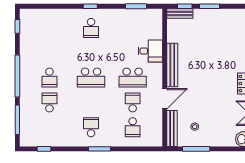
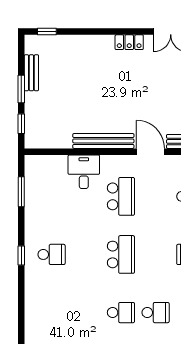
bench: (180, 13) -> (31, 73), moved
school desk: (49, 102) -> (156, 313), turned 180
school desk: (133, 102) -> (156, 196), removed

